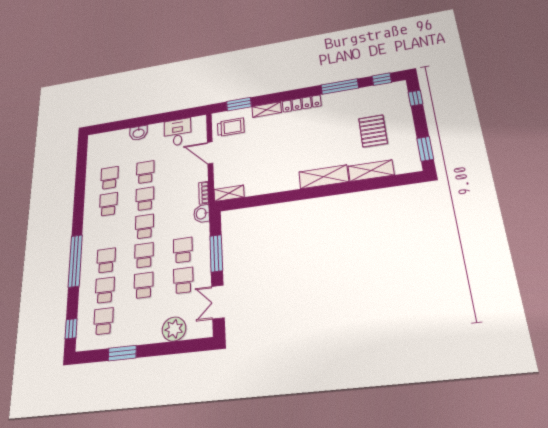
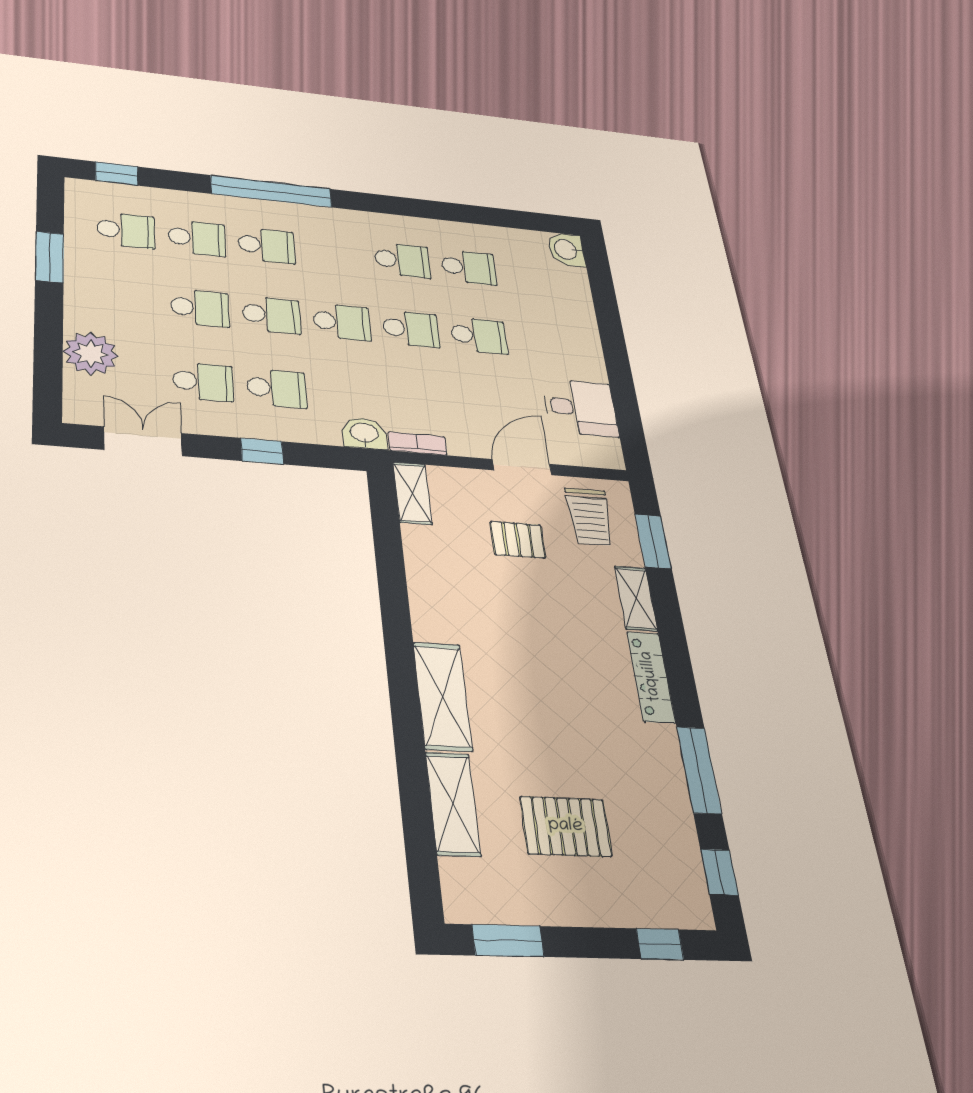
washbasin: (139, 133) -> (566, 250), moved
pallet: (246, 153) -> (518, 540), added
window: (216, 253) -> (262, 451), width x0.46

